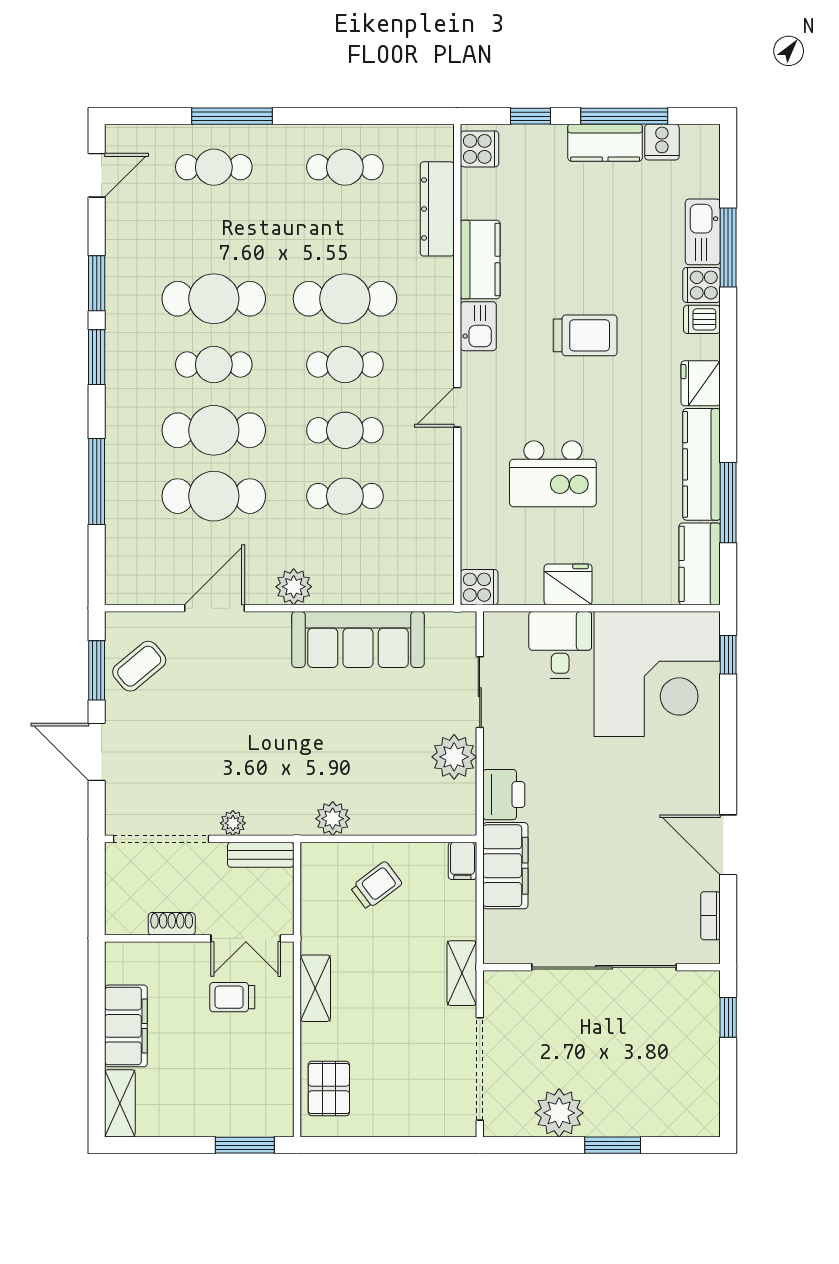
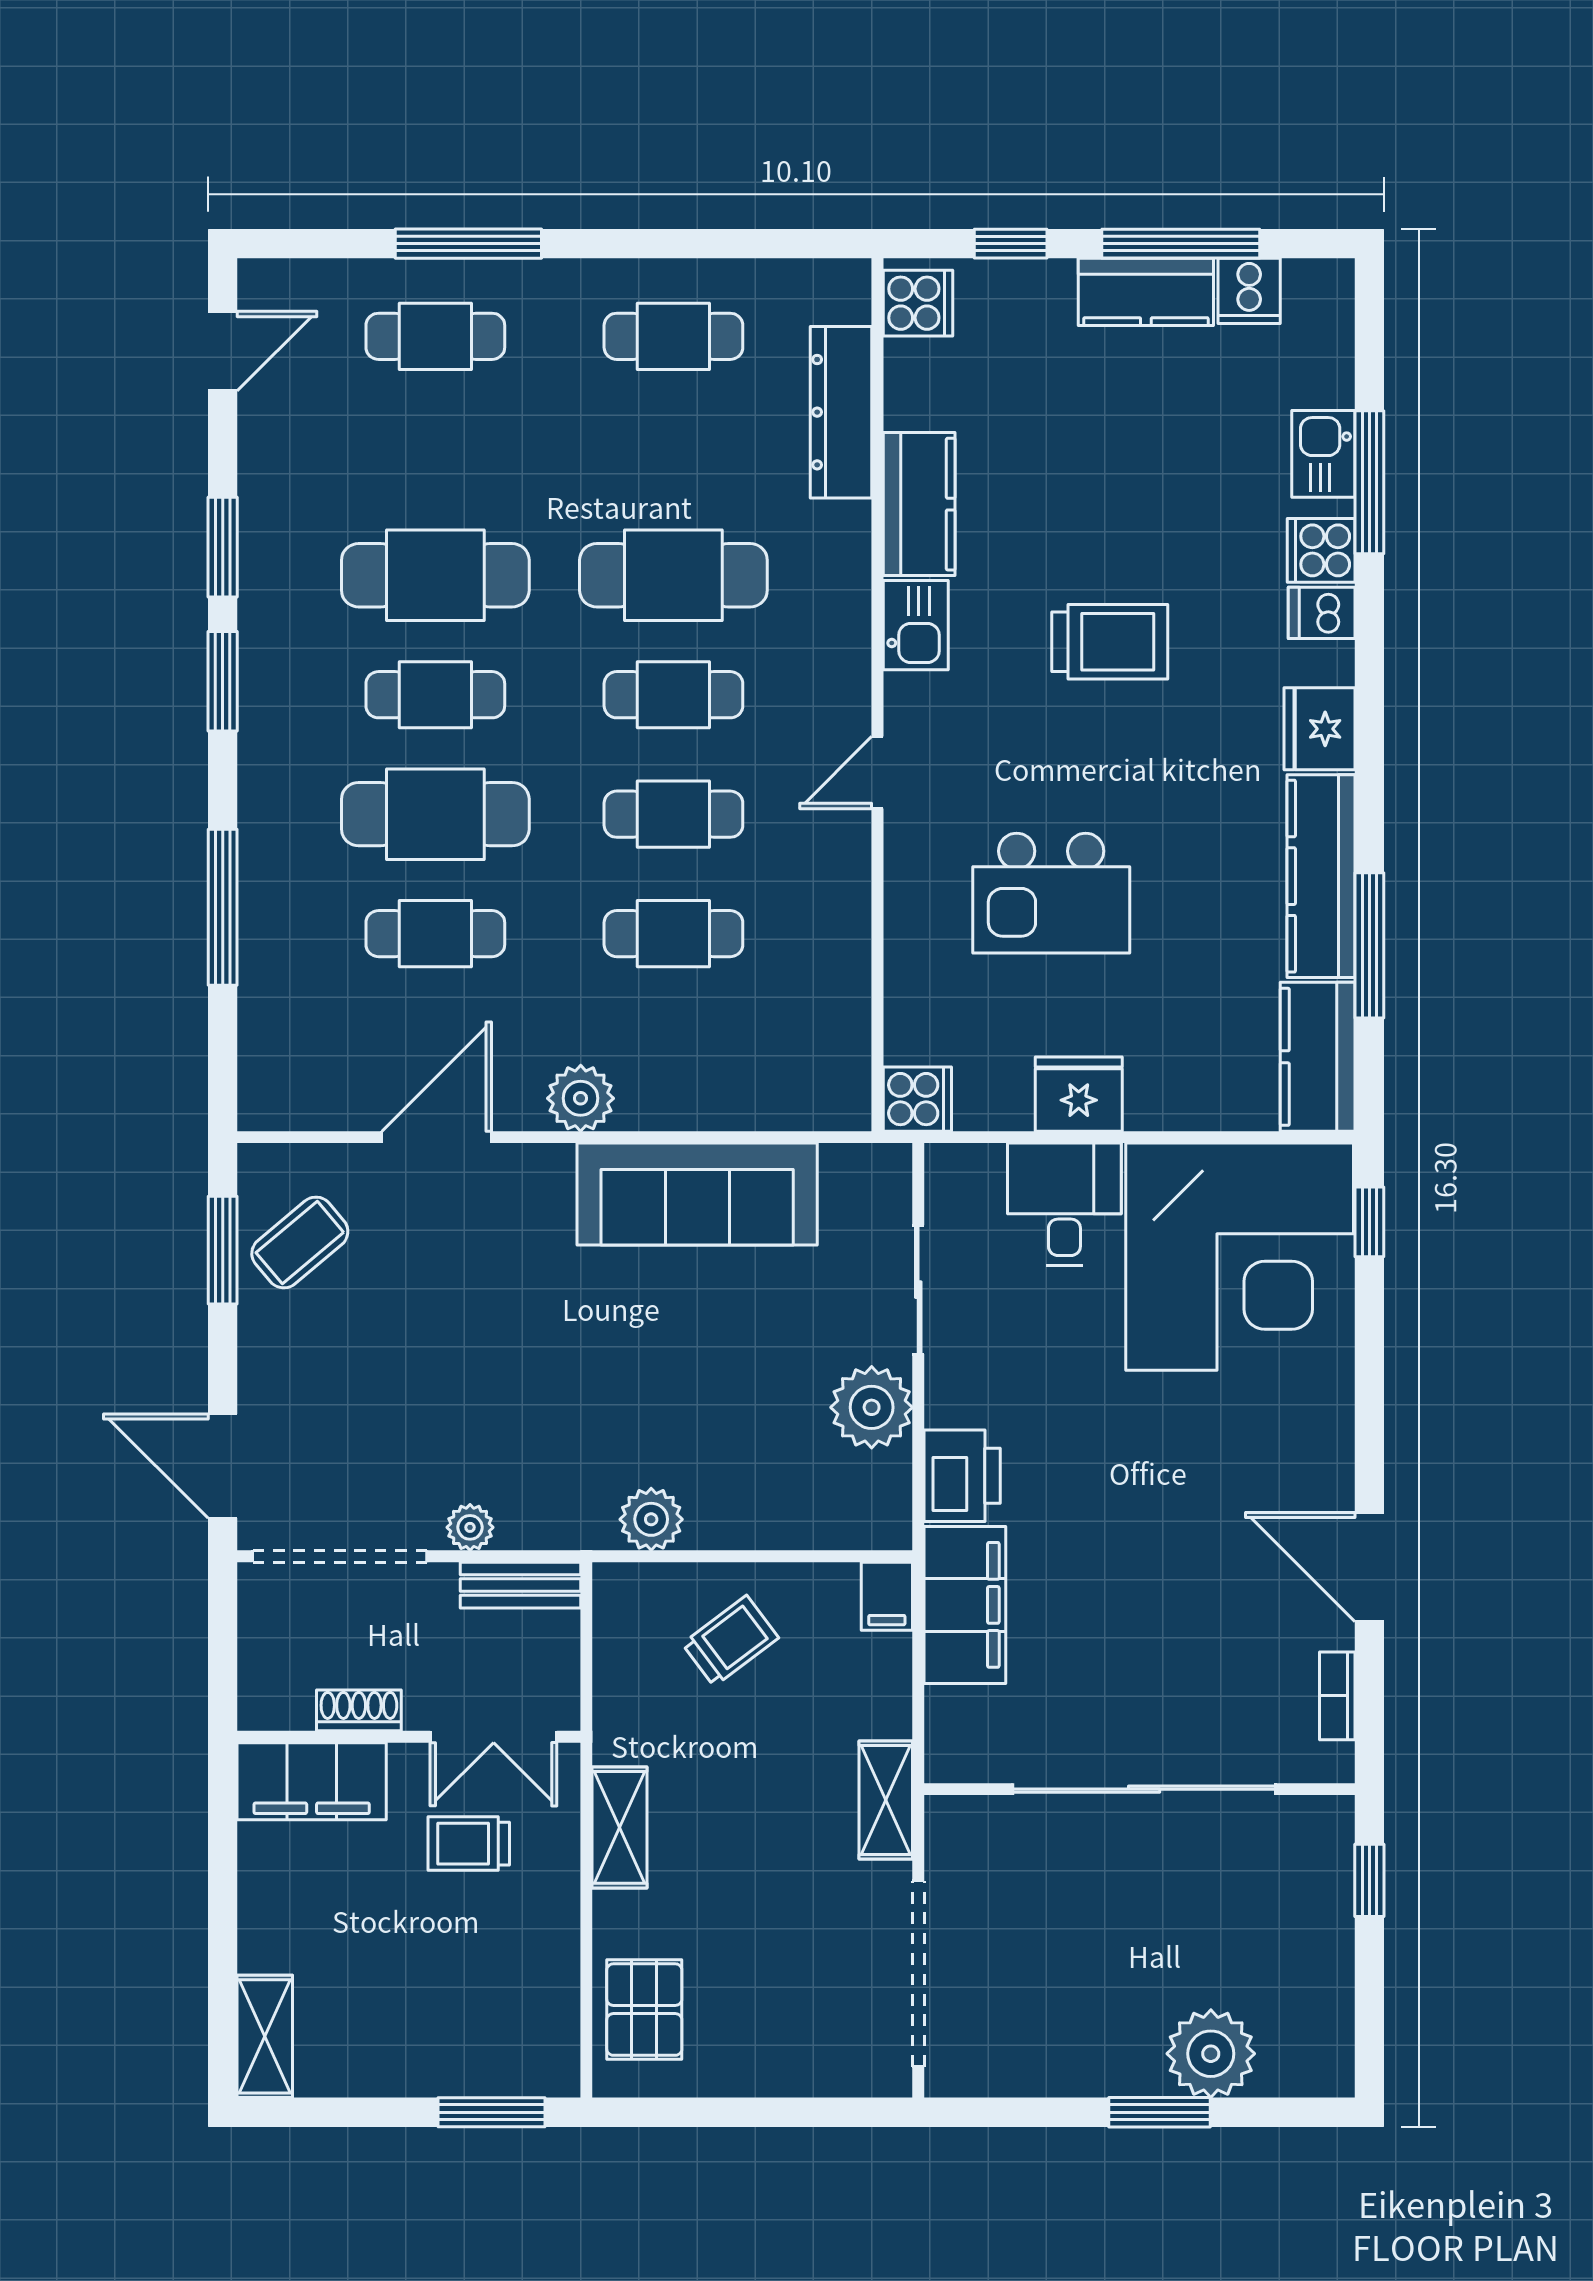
kitchen sink: (703, 232) -> (1323, 454), width x0.73
cafe table: (214, 496) -> (435, 934), width x0.73, depth x0.74
door: (97, 752) -> (223, 1466), moved
filing cabinet: (126, 1026) -> (312, 1781), moved, turned 90
plant: (559, 1113) -> (1211, 2054), moved

